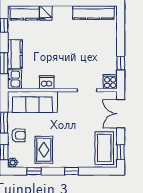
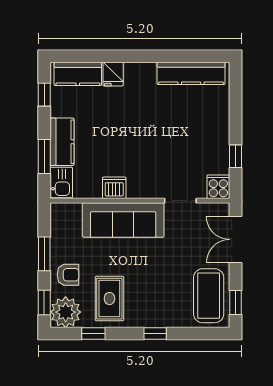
sofa: (32, 102) -> (123, 220), moved
plant: (13, 162) -> (66, 312), width x1.87, depth x1.87

